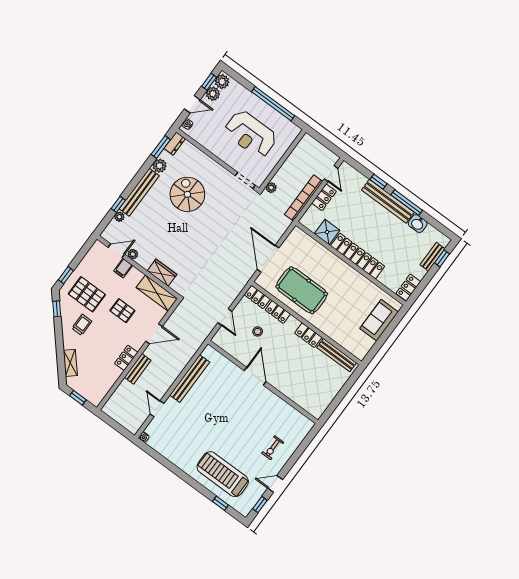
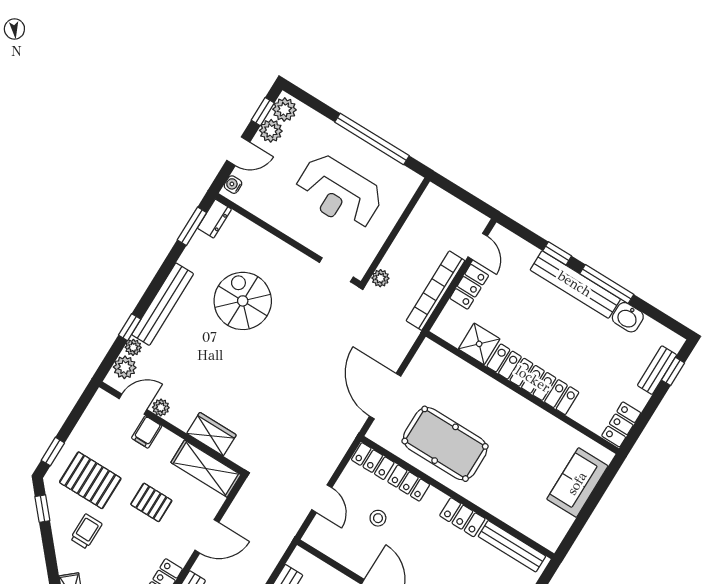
plant: (159, 166) -> (125, 367), moved

